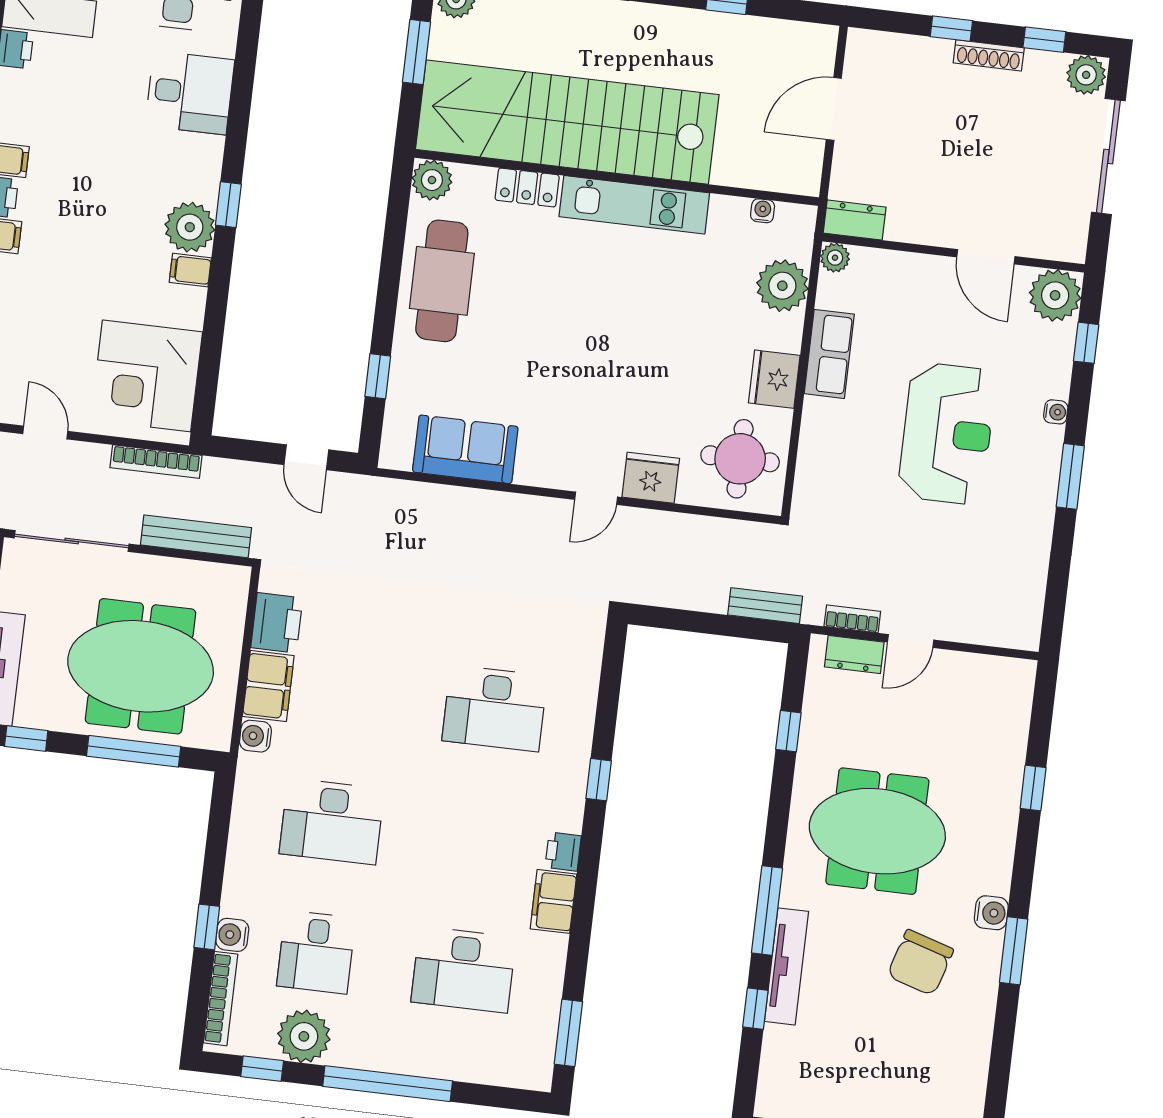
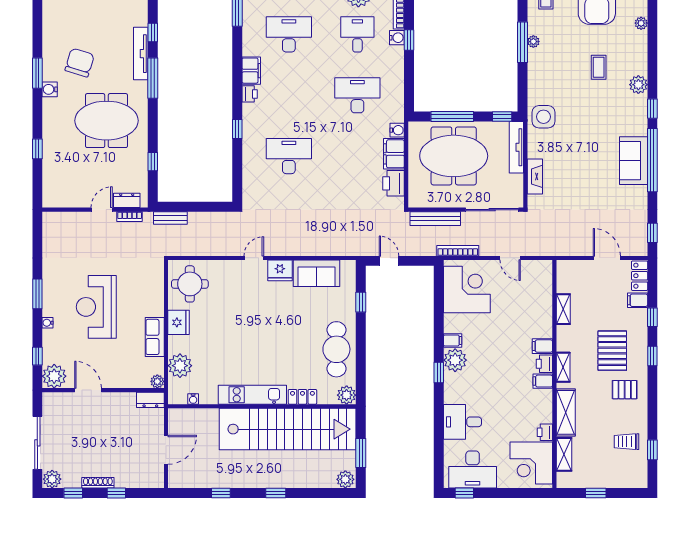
fridge: (651, 478) -> (280, 270), moved

